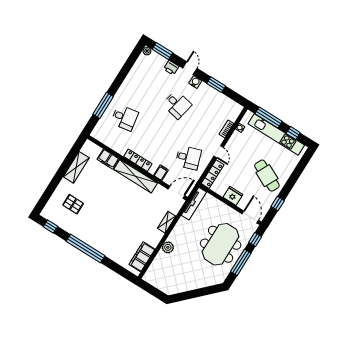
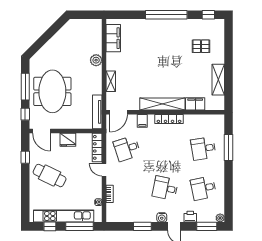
desk: (145, 85) -> (203, 188), added

